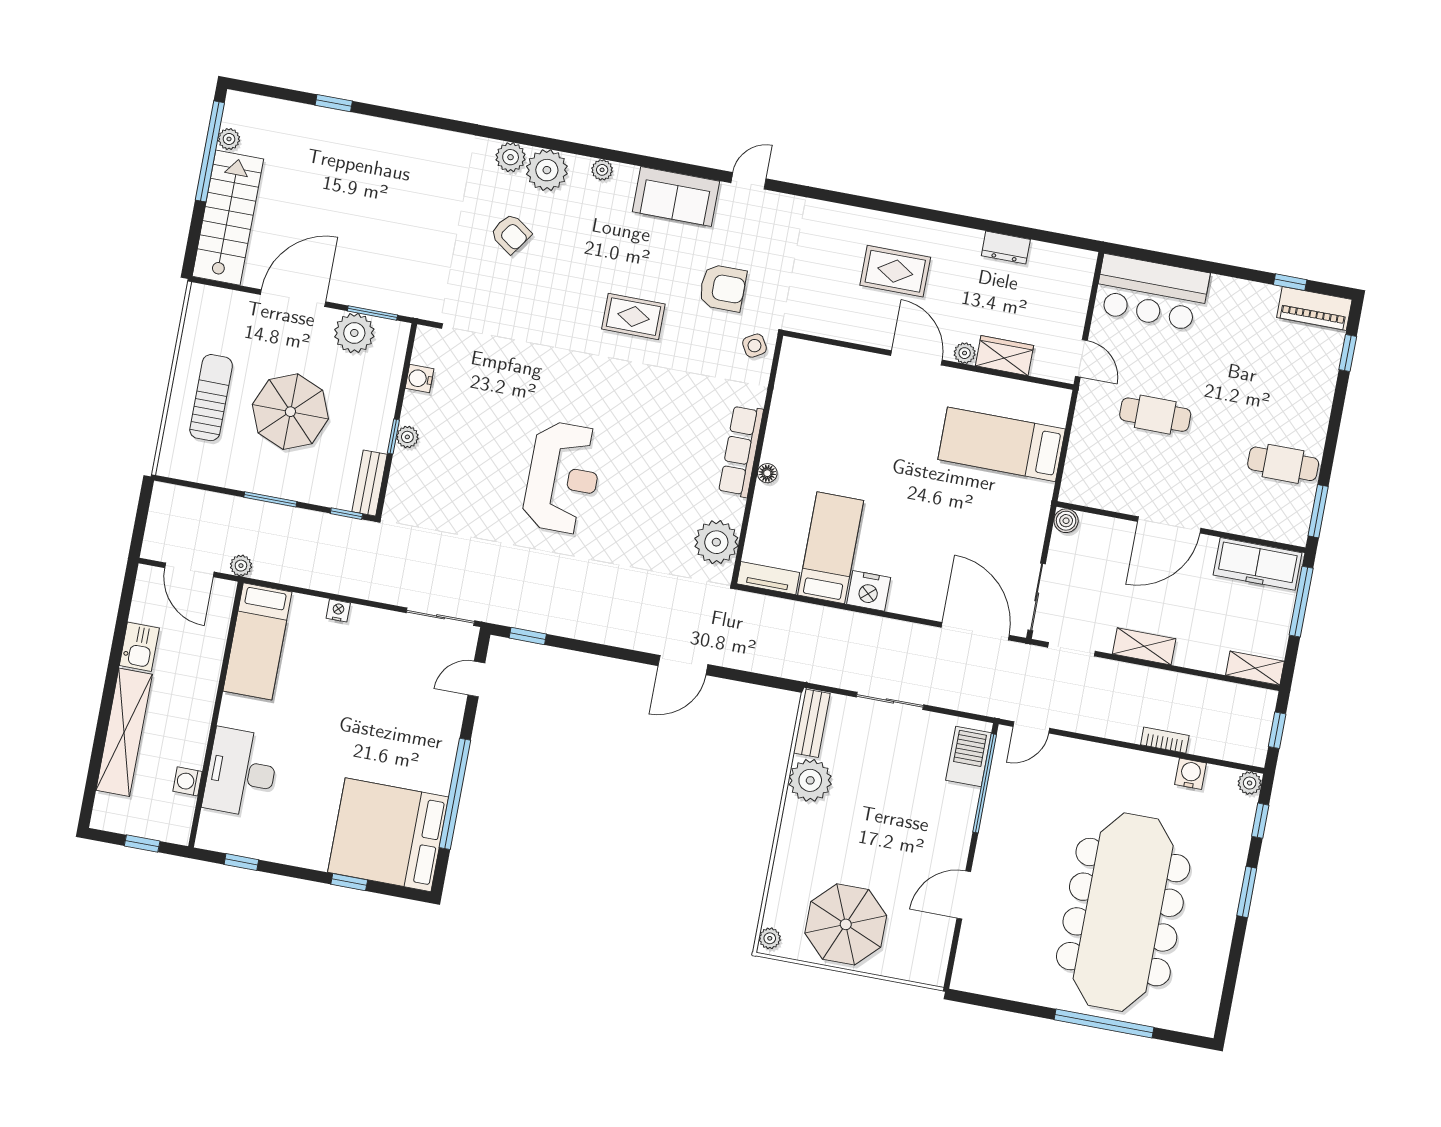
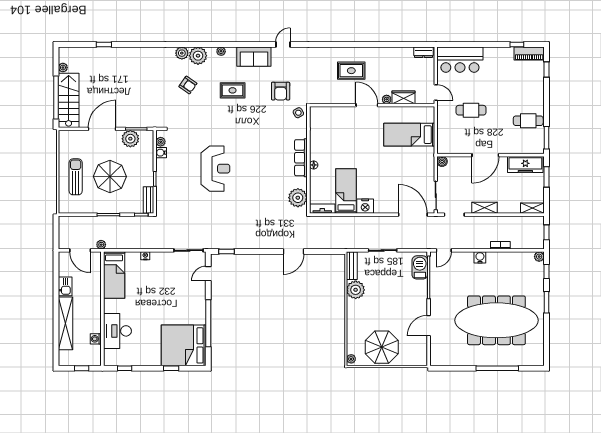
window: (210, 151) -> (56, 97), moved
dresser: (1006, 248) -> (423, 52), moved
armchair: (723, 288) -> (281, 91), turned 90
rug: (633, 317) -> (233, 90), moved
plant: (407, 437) -> (161, 142), moved
reception desk: (563, 478) -> (215, 169), moved
window: (1301, 602) -> (547, 177), width x0.69
water cooler: (1191, 774) -> (480, 257), moved
meeting table: (1123, 912) -> (496, 320), turned 90

